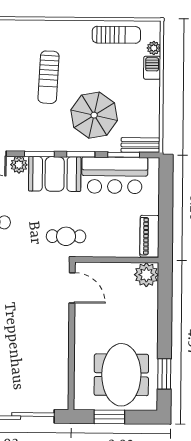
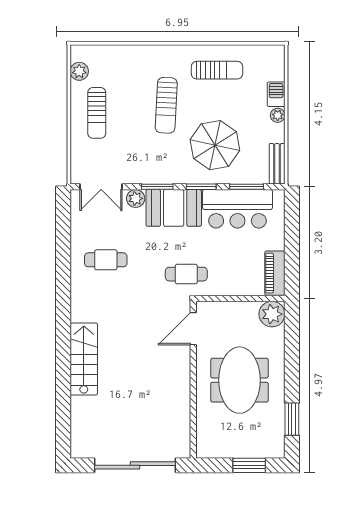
sun lounger: (116, 35) -> (217, 70), moved
plant: (154, 48) -> (278, 115), moved
bench: (140, 145) -> (277, 164), moved, turned 90
door: (72, 288) -> (193, 329), swing flipped
meeting table: (121, 375) -> (239, 380), moved
window: (109, 417) -> (249, 465), moved

